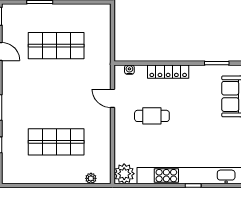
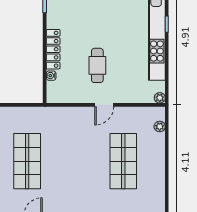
water cooler: (129, 70) -> (51, 76), moved
door: (112, 98) -> (104, 105), moved
plant: (124, 174) -> (160, 98), width x0.53, depth x0.53

